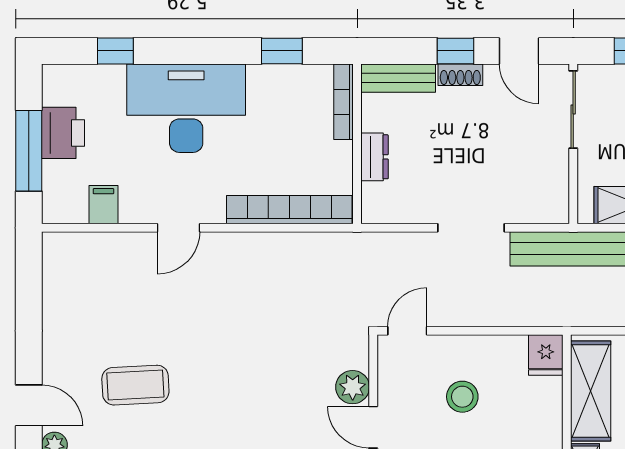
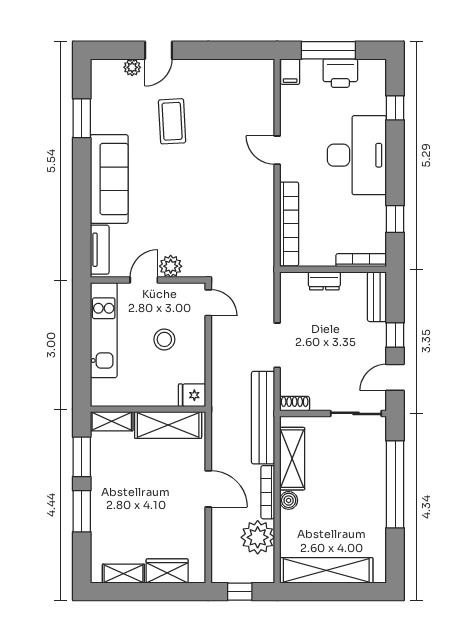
shoe rack: (460, 75) -> (295, 404), moved, turned 90
filing cabinet: (103, 205) -> (290, 72), moved, turned 90

